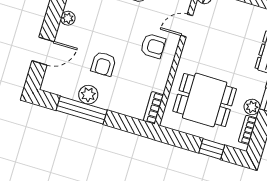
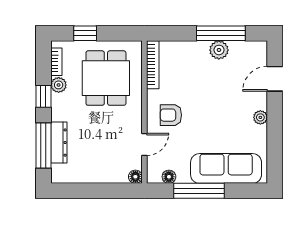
armchair: (104, 64) -> (213, 84), removed
dining table: (205, 100) -> (106, 78), turned 90
bookcase: (153, 108) -> (153, 65), width x1.56

